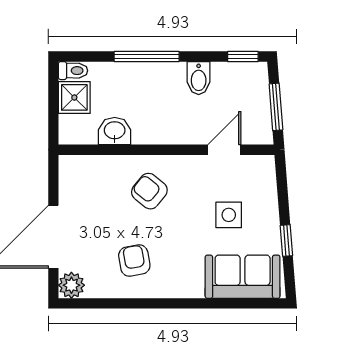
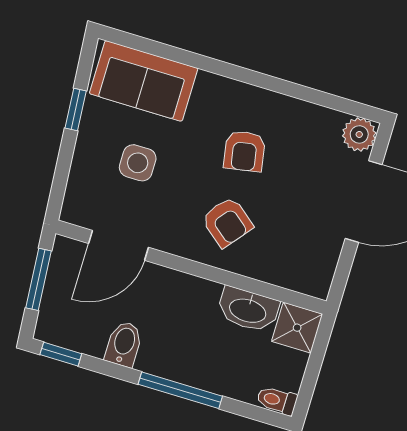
shower: (74, 97) -> (297, 328), moved
washbasin: (115, 131) -> (248, 310), width x1.38
door: (224, 150) -> (119, 245), width x1.37
armchair: (134, 260) -> (244, 151), moved

